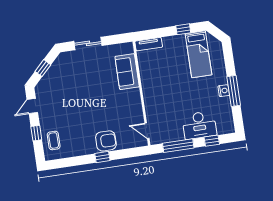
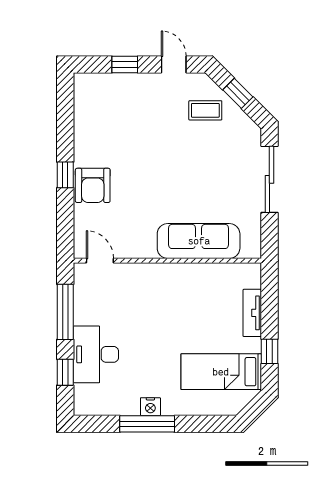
sliding door: (88, 43) -> (269, 179), width x1.37
tv unit: (149, 44) -> (252, 313), moved
sofa: (127, 72) -> (199, 241), width x1.36
door: (147, 131) -> (100, 261), hinge flipped
coffee table: (54, 140) -> (205, 110), moved

